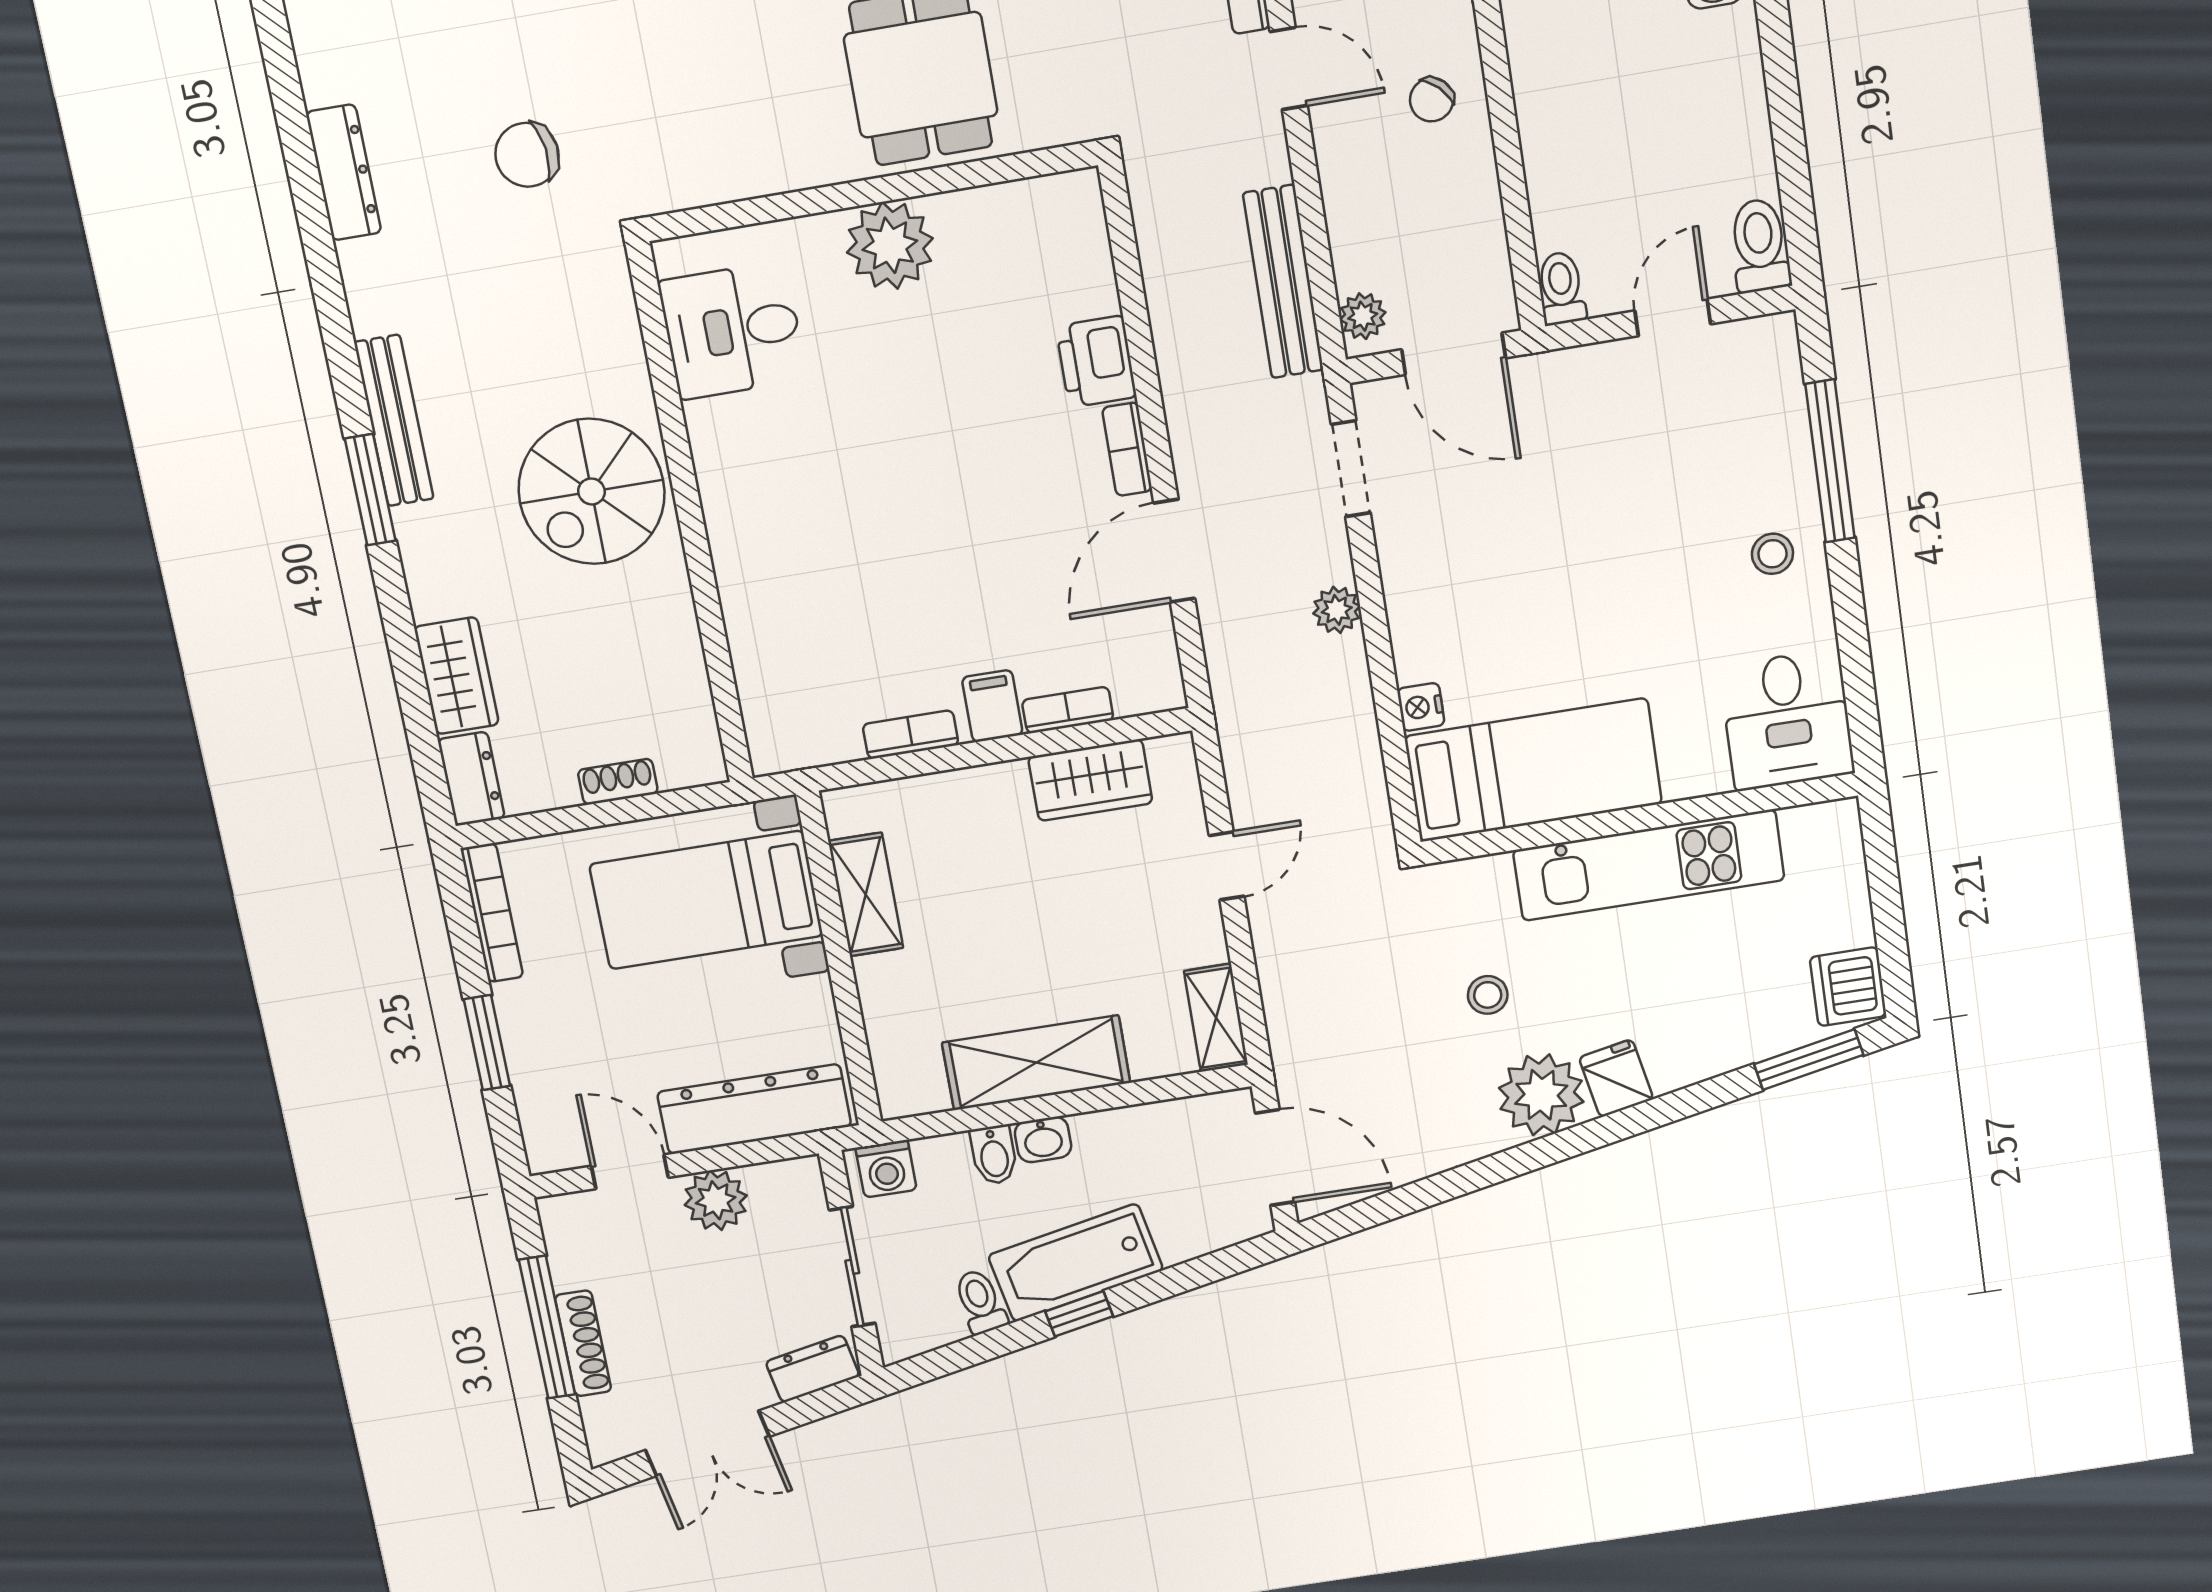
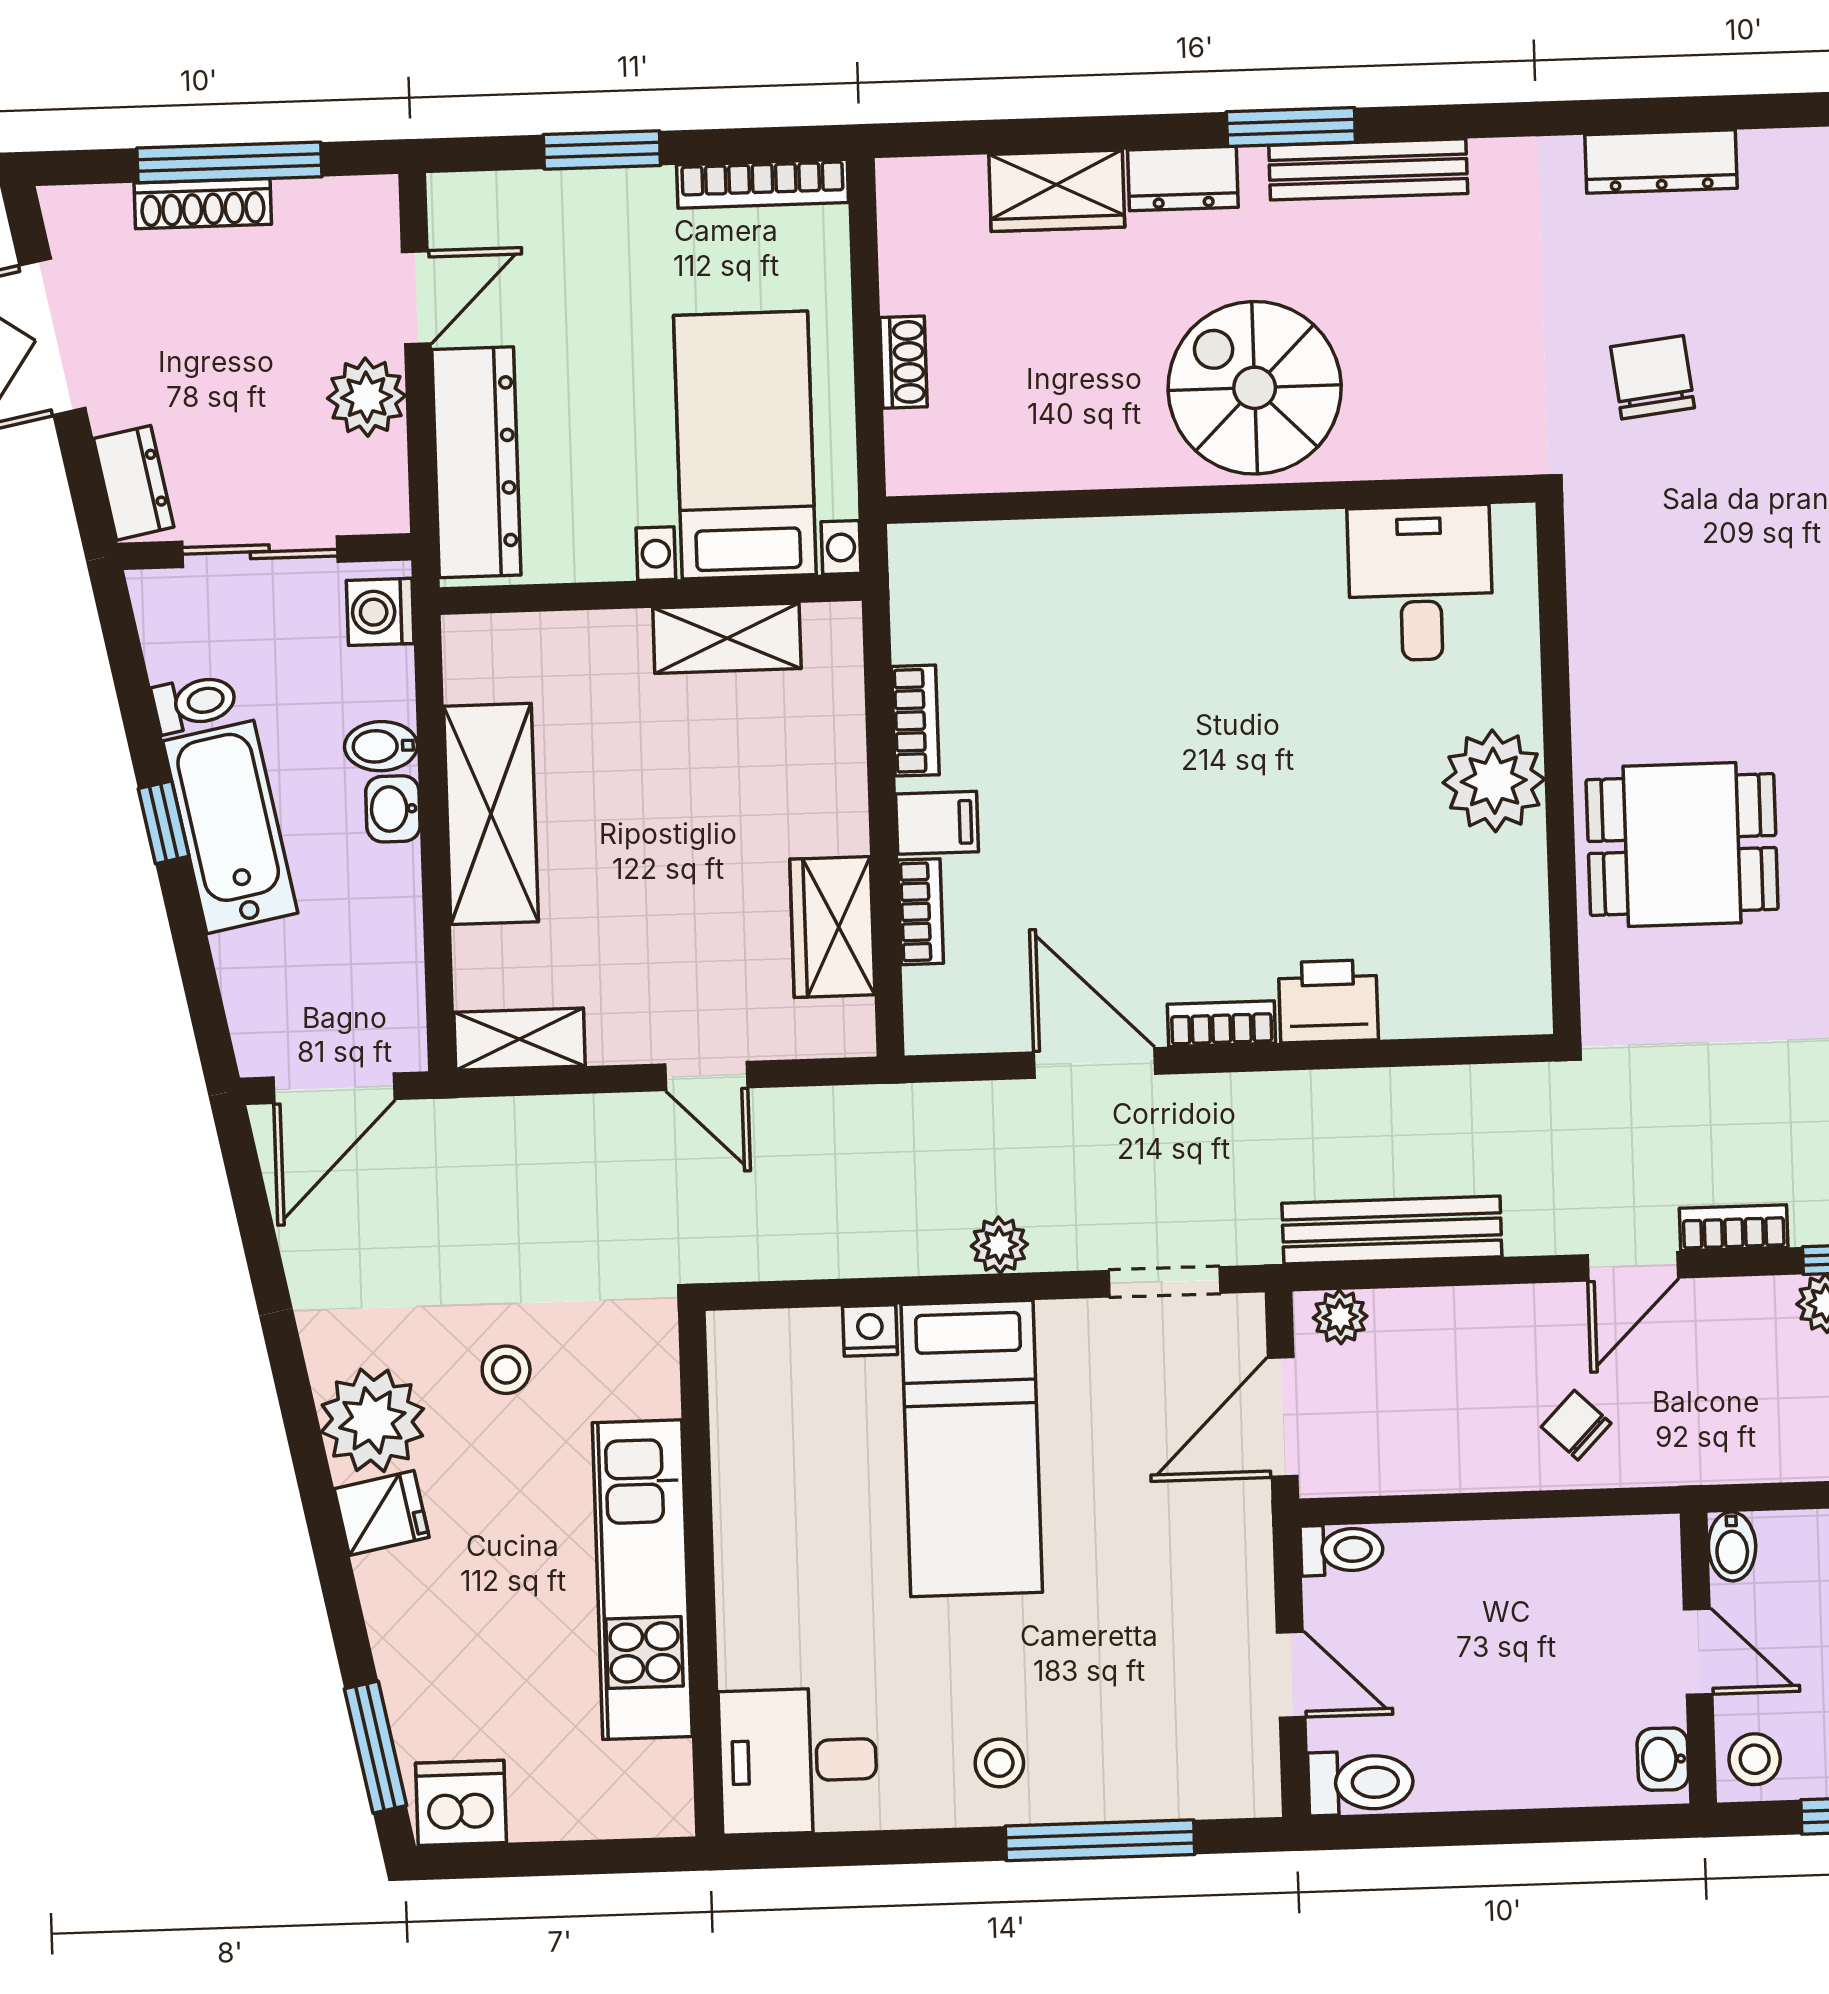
bed: (1533, 770) -> (972, 1448), moved
dresser: (471, 779) -> (1183, 179), moved

